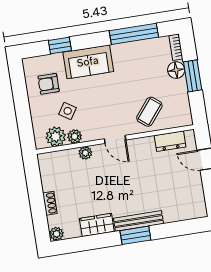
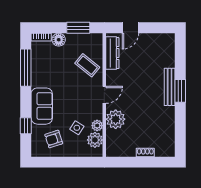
window: (193, 76) -> (78, 28), moved
armchair: (49, 84) -> (54, 139), turned 72
dresser: (170, 141) -> (112, 53), width x1.44
plant: (85, 153) -> (116, 119), width x1.87, depth x1.87
wardrobe: (97, 225) -> (168, 119), removed
plant: (56, 234) -> (169, 151), removed

